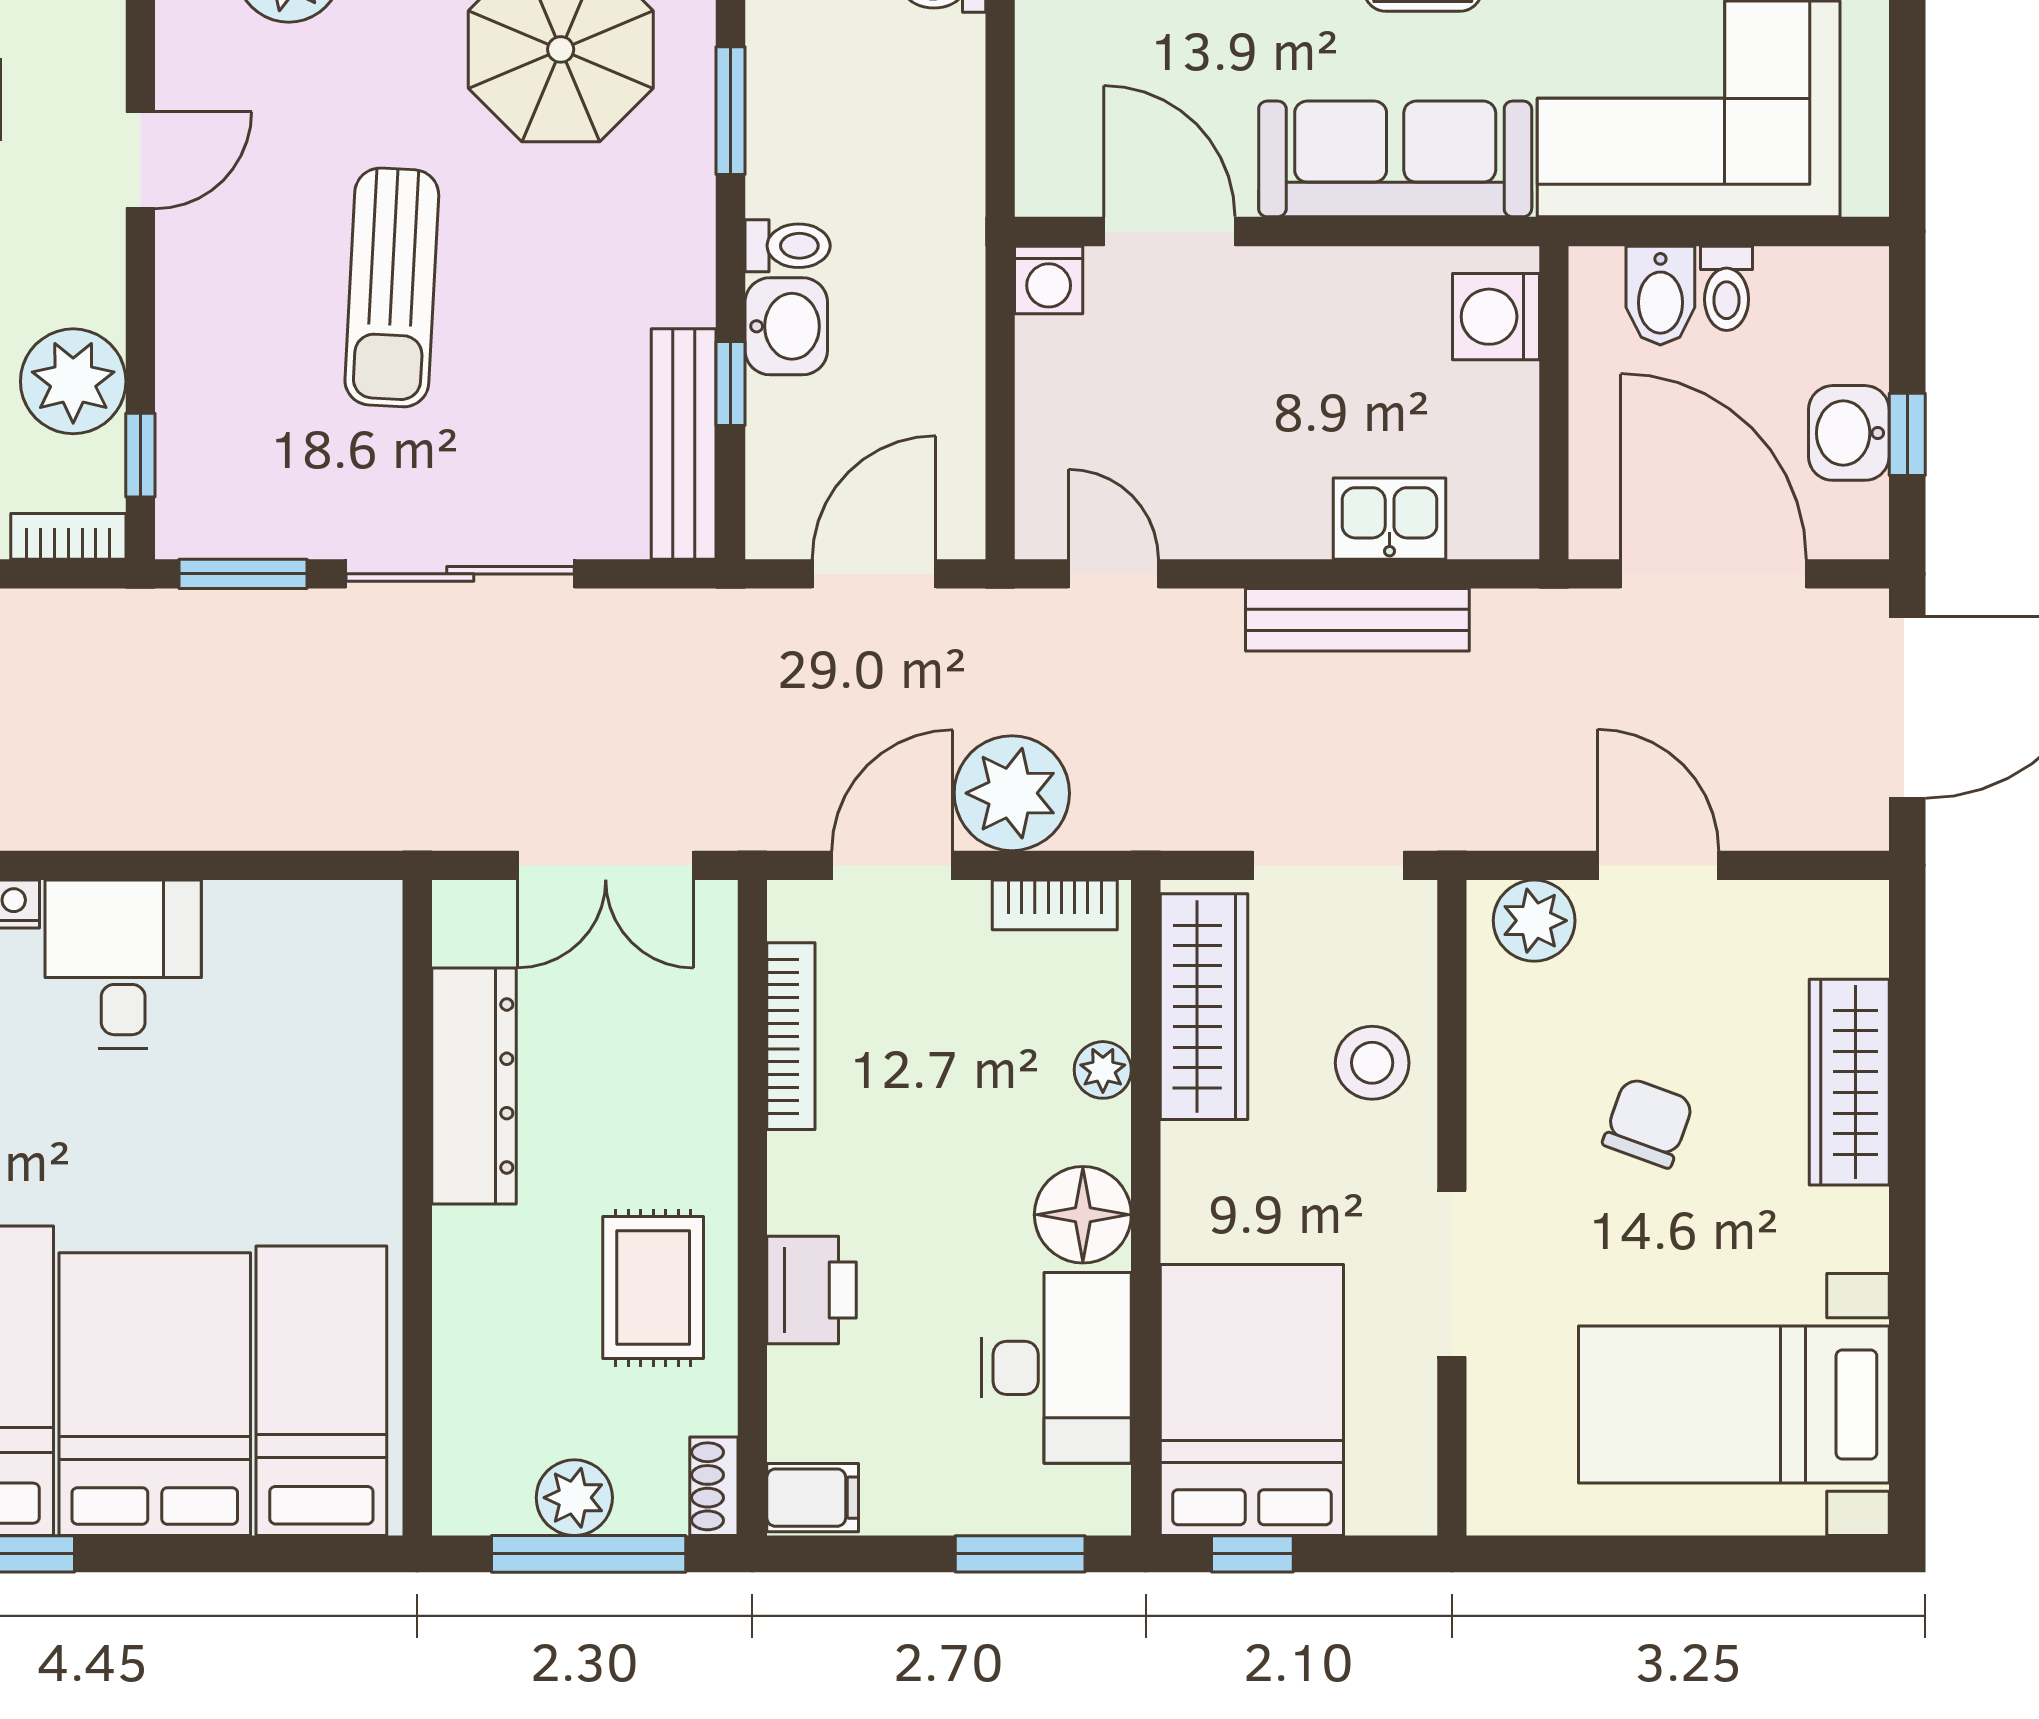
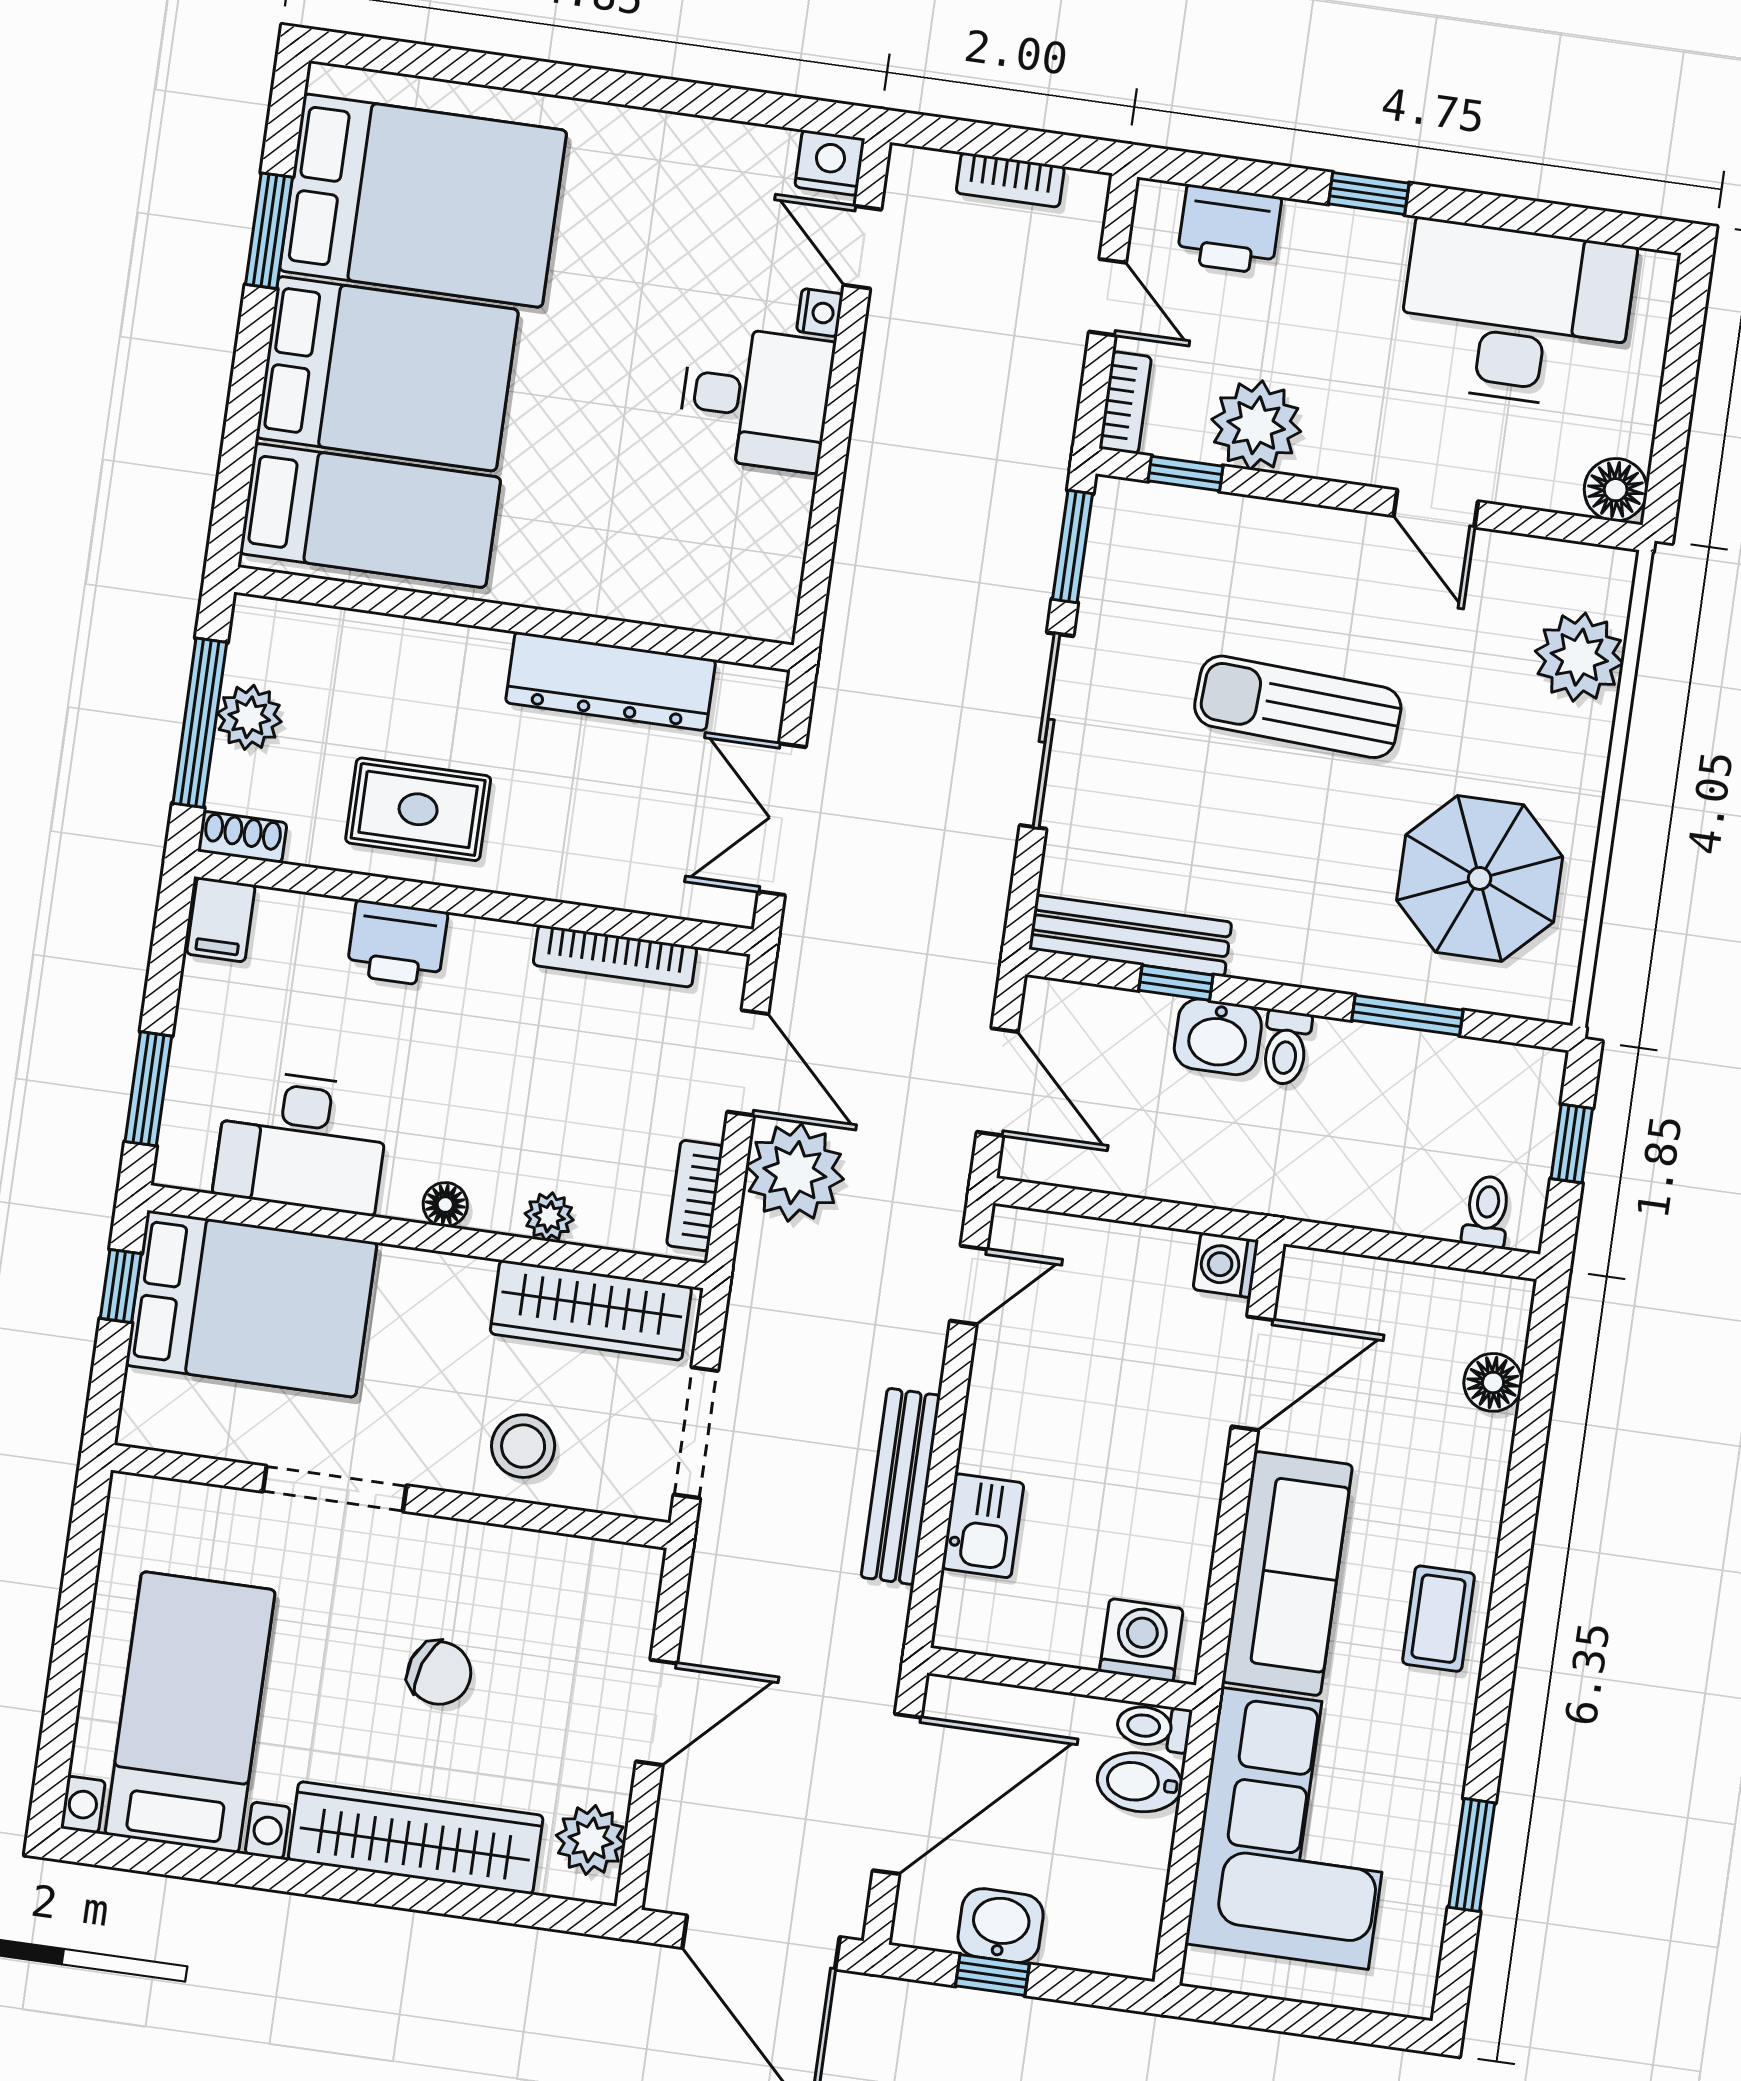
toilet: (1727, 288) -> (1154, 1727), moved
plant: (1534, 921) -> (591, 1840), moved
wardrobe: (1849, 1082) -> (416, 1838), width x1.40, depth x1.17
floor lamp: (1083, 1215) -> (445, 1205), width x0.53, depth x0.53

